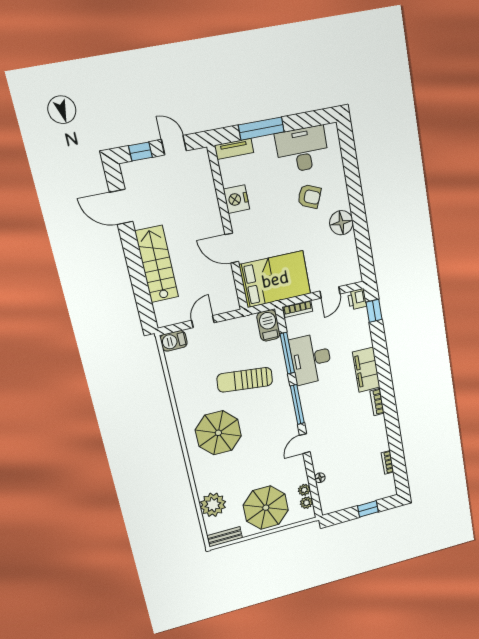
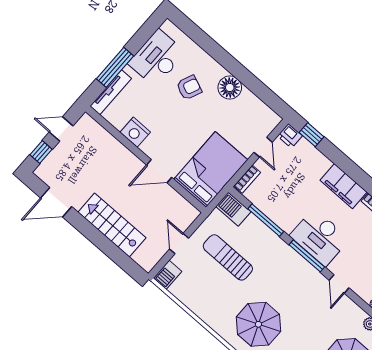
tv unit: (234, 149) -> (111, 92), width x1.41
desk: (311, 359) -> (320, 237), moved
sun lounger: (245, 380) -> (228, 257), moved, turned 84

